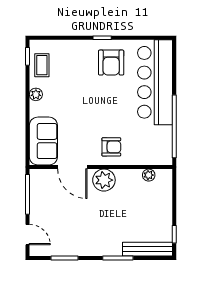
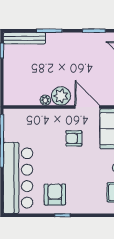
armchair: (111, 147) -> (74, 138), moved
plant: (149, 175) -> (45, 100), moved

